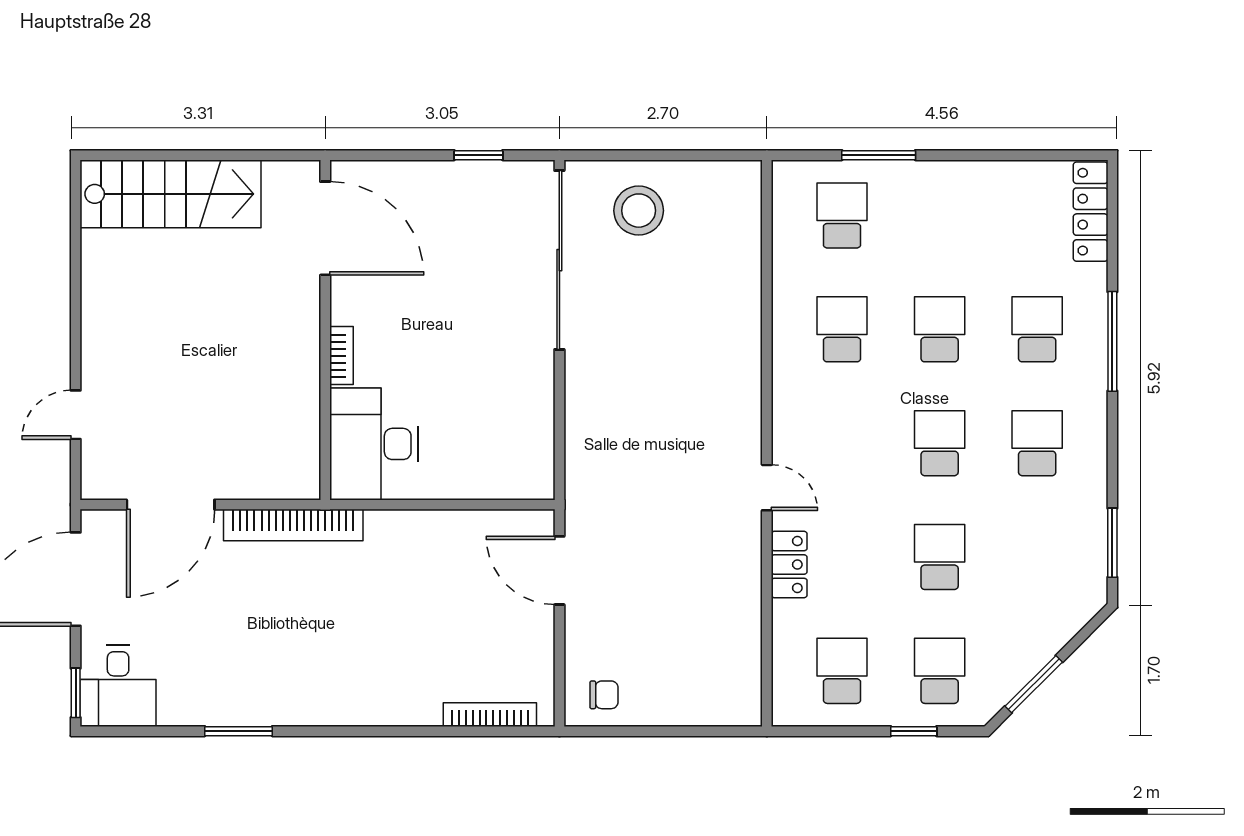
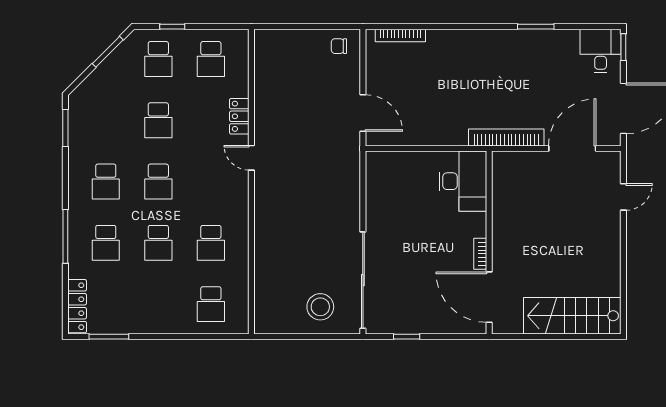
window: (879, 155) -> (109, 337), moved
bookcase: (341, 356) -> (480, 254), moved

